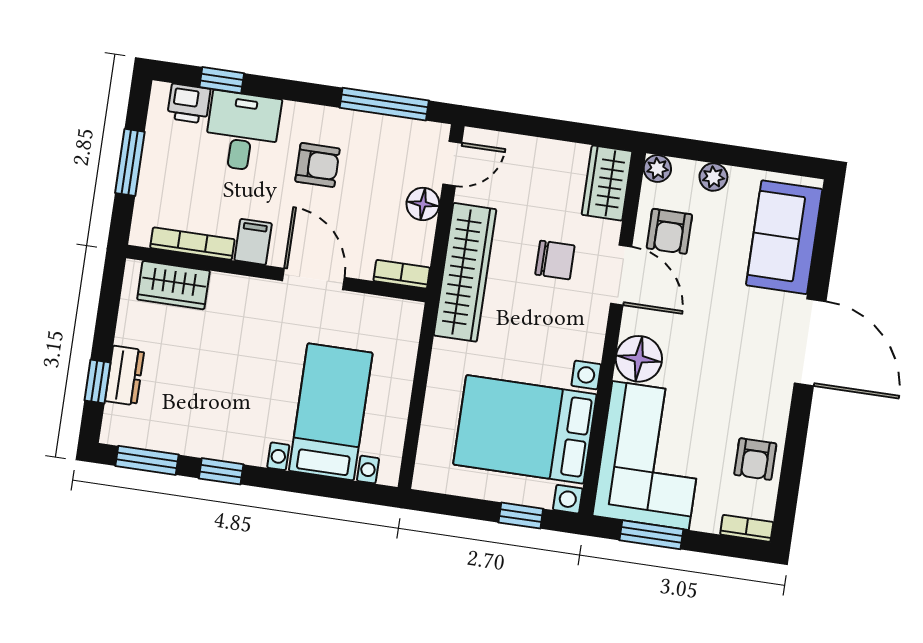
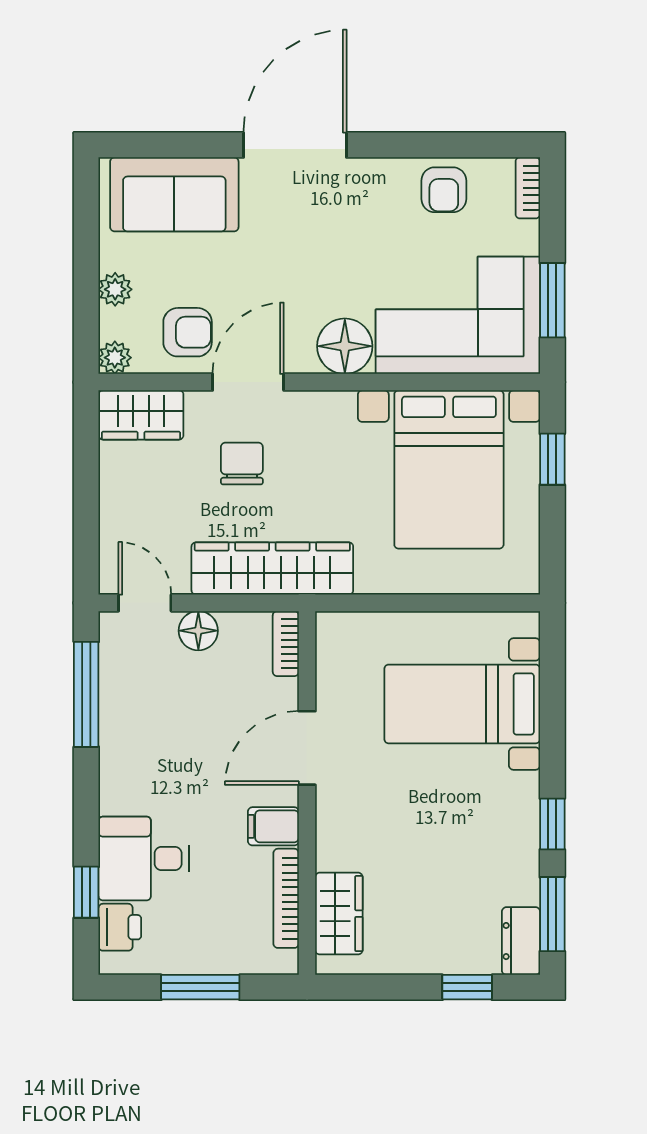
armchair: (317, 165) -> (170, 763), removed
dresser: (125, 376) -> (521, 941), moved, turned -90
armchair: (755, 459) -> (444, 190), turned 90

